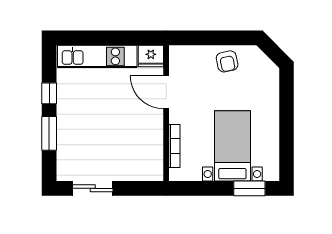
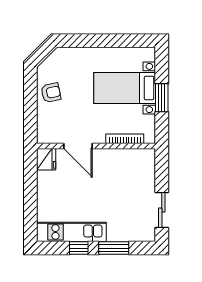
kitchen unit: (97, 56) -> (71, 232), moved, turned -90
door: (166, 92) -> (78, 146), hinge flipped
window: (249, 188) -> (162, 98), moved

